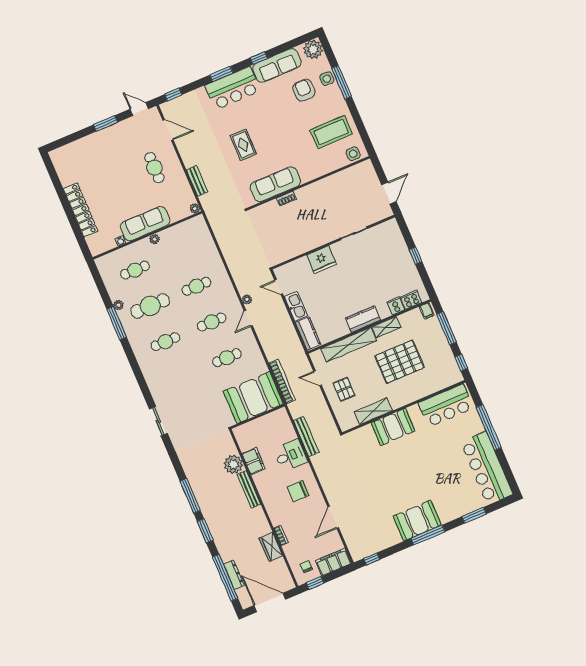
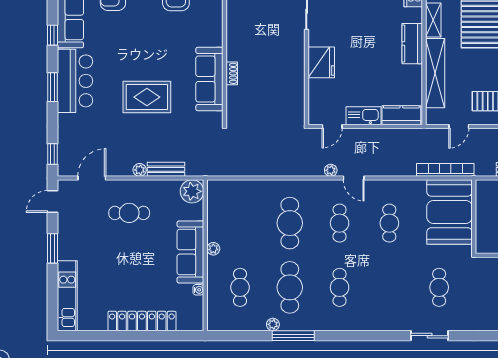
rug: (243, 145) -> (147, 97), width x1.36, depth x1.43
kitchen unit: (76, 149) -> (67, 296), added
plant: (189, 162) -> (140, 170), added
plant: (195, 208) -> (192, 191), width x1.88, depth x1.88
cafe table: (196, 286) -> (290, 223), width x1.37, depth x1.35
cafe table: (196, 413) -> (439, 287), added

